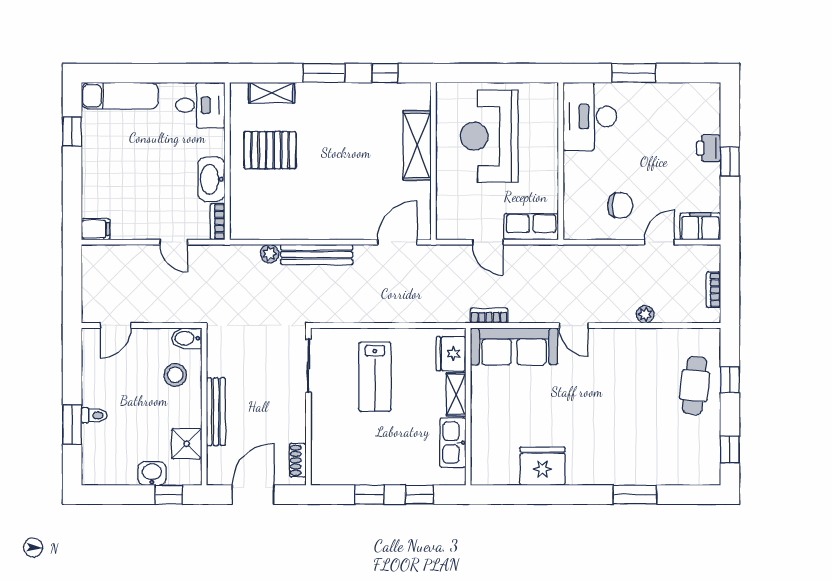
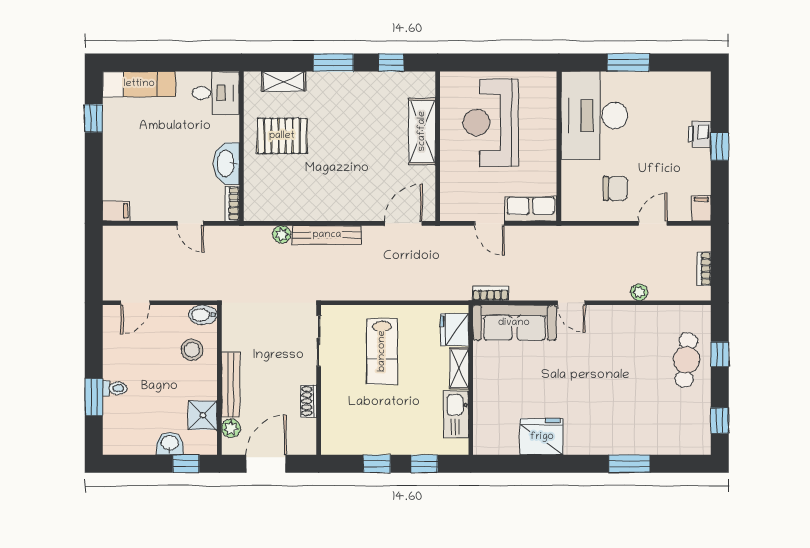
desk: (590, 116) -> (594, 116), width x1.36, depth x1.30
filing cabinet: (700, 226) -> (701, 208), width x0.50
plant: (216, 457) -> (231, 428), added
shoe rack: (298, 460) -> (309, 401), moved

